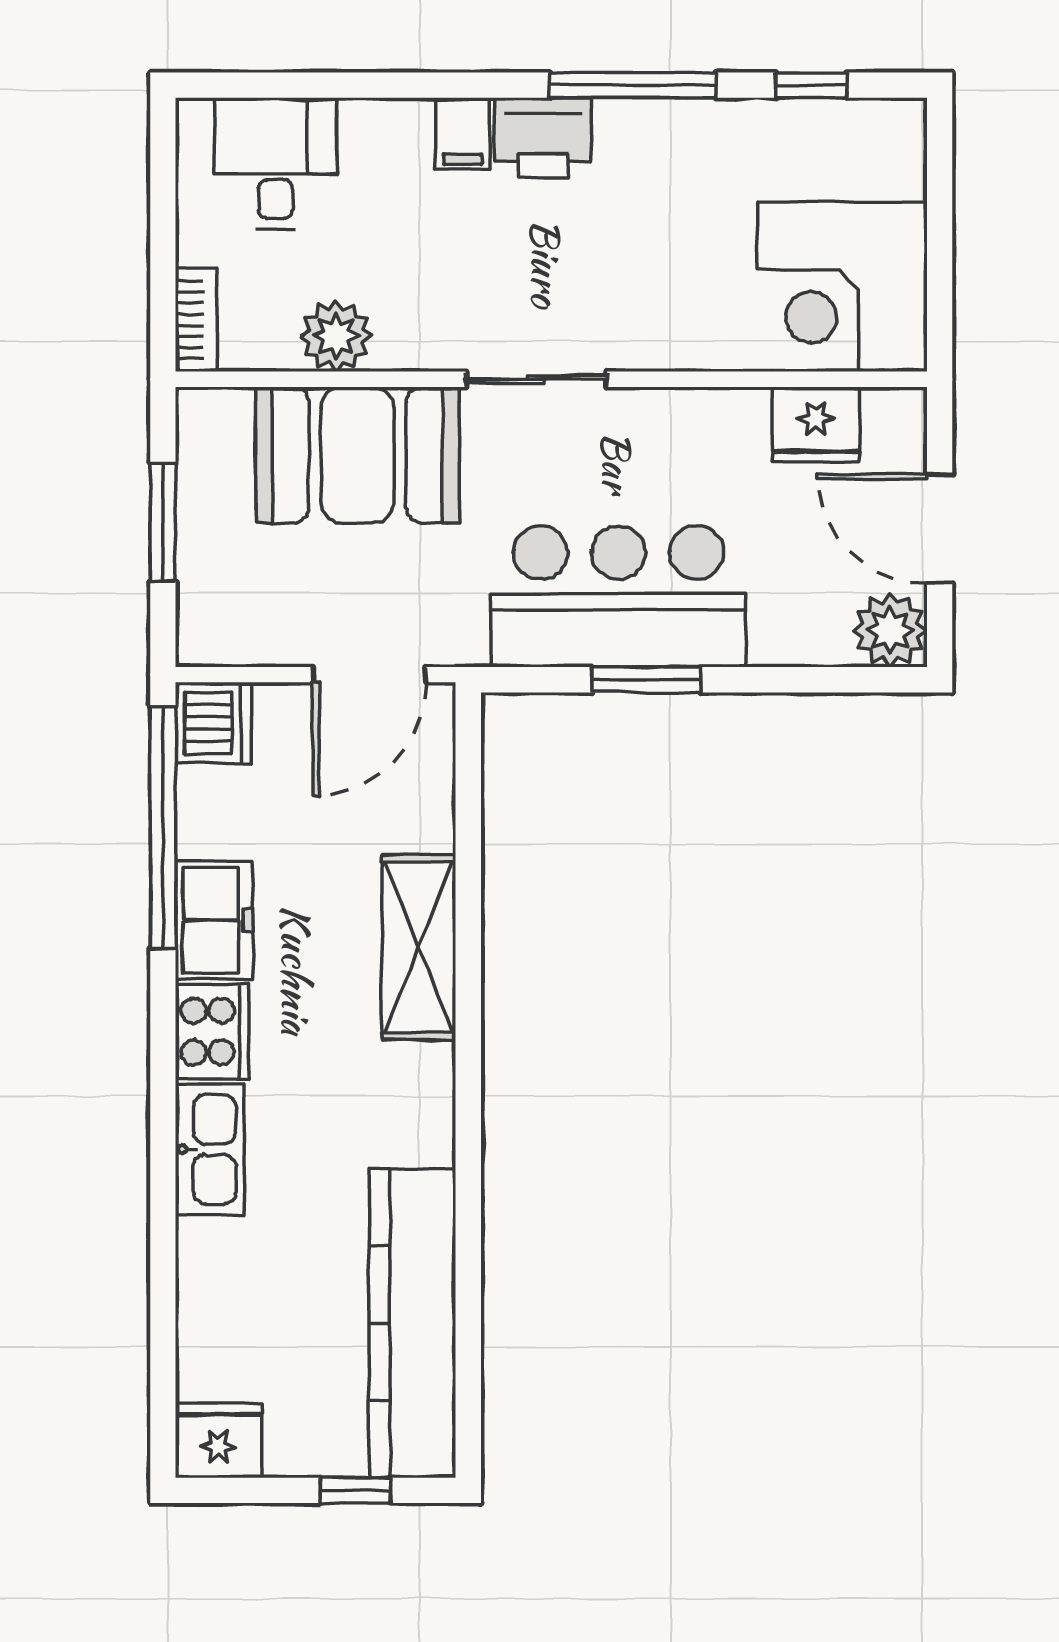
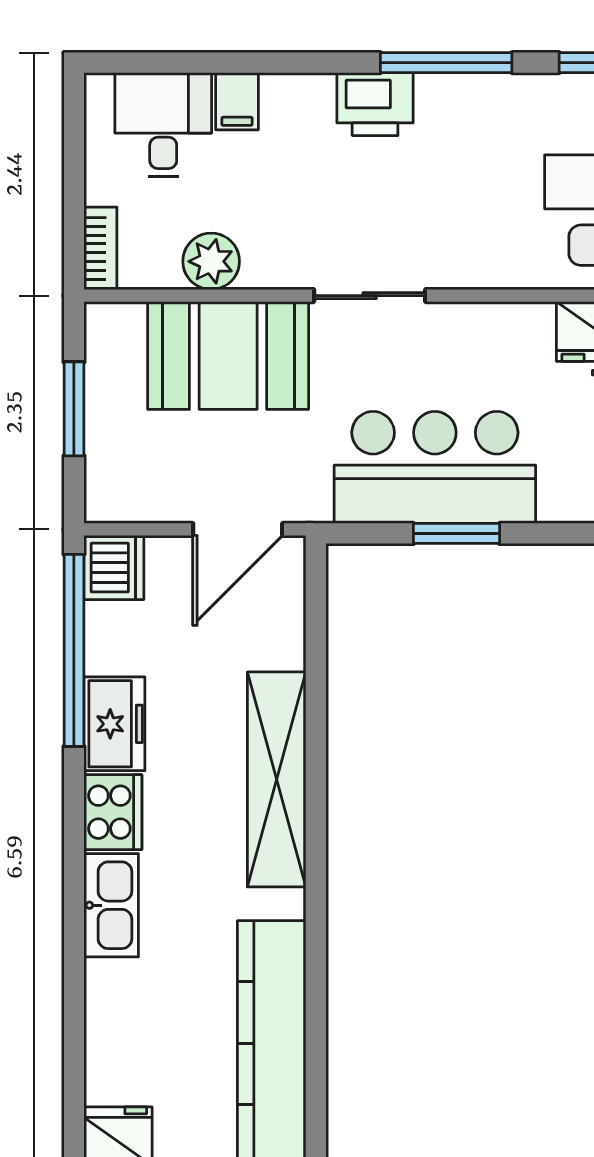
filing cabinet: (463, 134) -> (237, 101), moved
shelving: (419, 947) -> (277, 779), width x1.47

